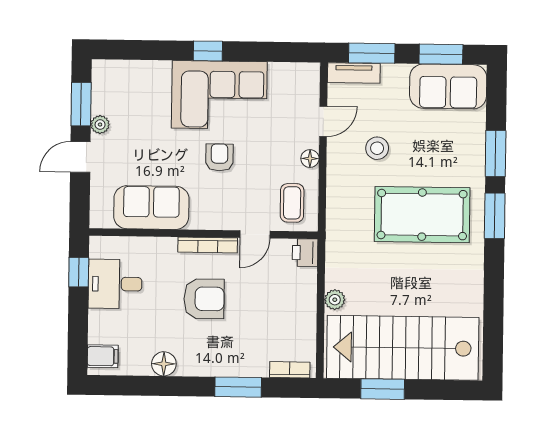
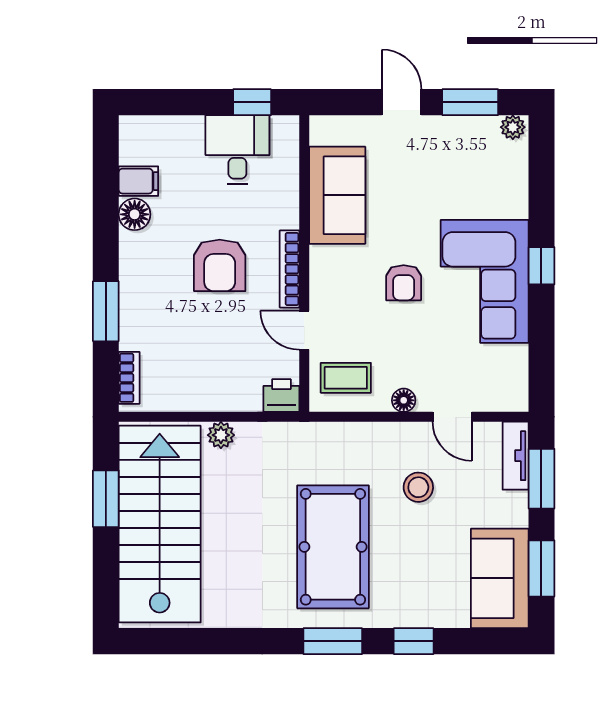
plant: (100, 125) -> (513, 127), moved
window: (496, 153) -> (414, 641), width x0.67
armchair: (219, 157) -> (404, 283), turned 90
filing cabinet: (103, 356) -> (138, 181), moved, turned -90

